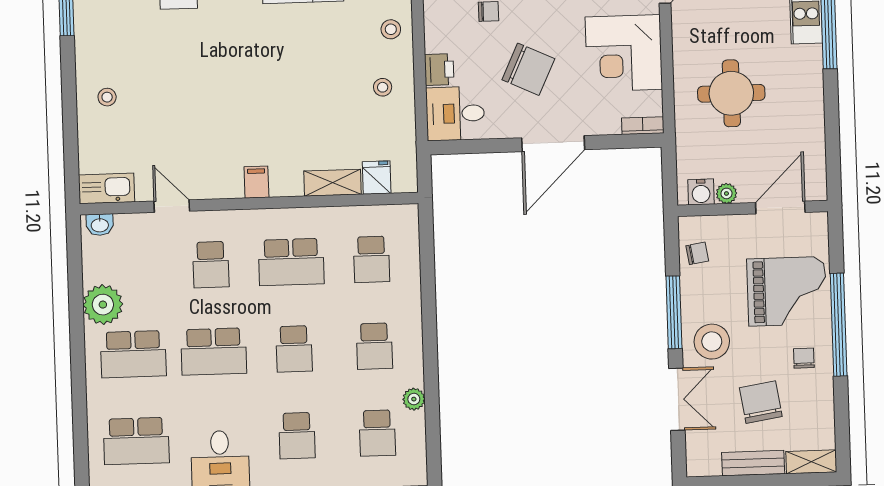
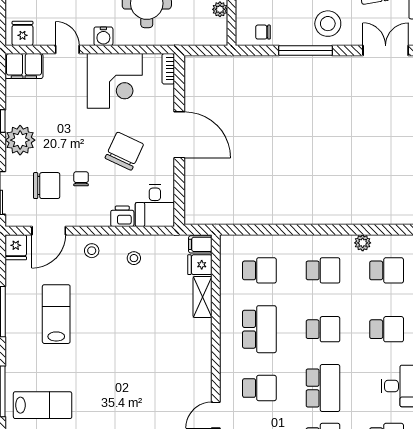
filing cabinet: (256, 182) -> (200, 244), moved
water cooler: (701, 192) -> (103, 36), moved, turned 90
chair: (697, 253) -> (263, 32), turned -81
double door: (677, 399) -> (386, 51), moved

